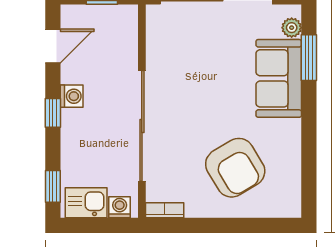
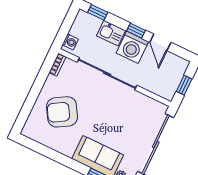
door: (53, 46) -> (160, 42), moved
washing machine: (72, 96) -> (132, 47), width x1.89, depth x1.89
kitchen sink: (86, 203) -> (111, 33), moved, turned 90

